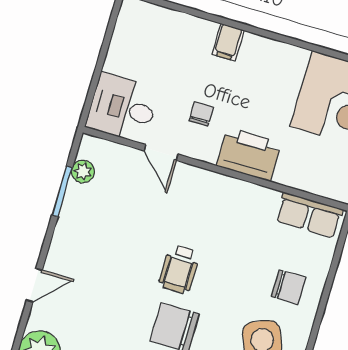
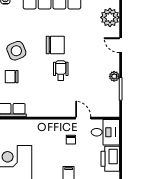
printer: (249, 154) -> (110, 159), moved, turned 90
plant: (83, 171) -> (114, 76), moved
door: (34, 285) -> (121, 45), hinge flipped

